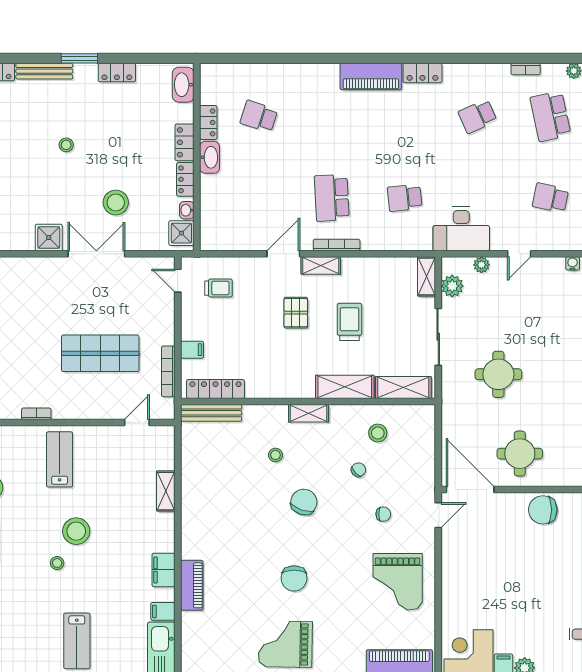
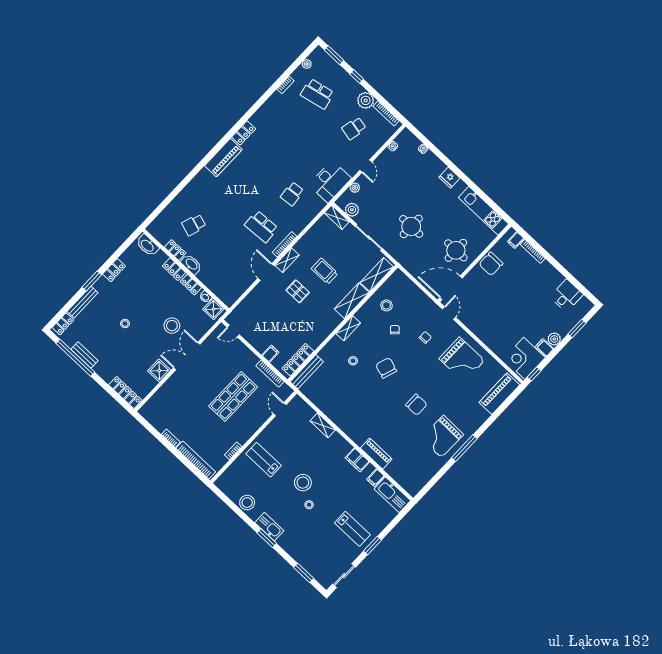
school desk: (478, 116) -> (286, 127), removed
trolley: (219, 288) -> (254, 316), removed

